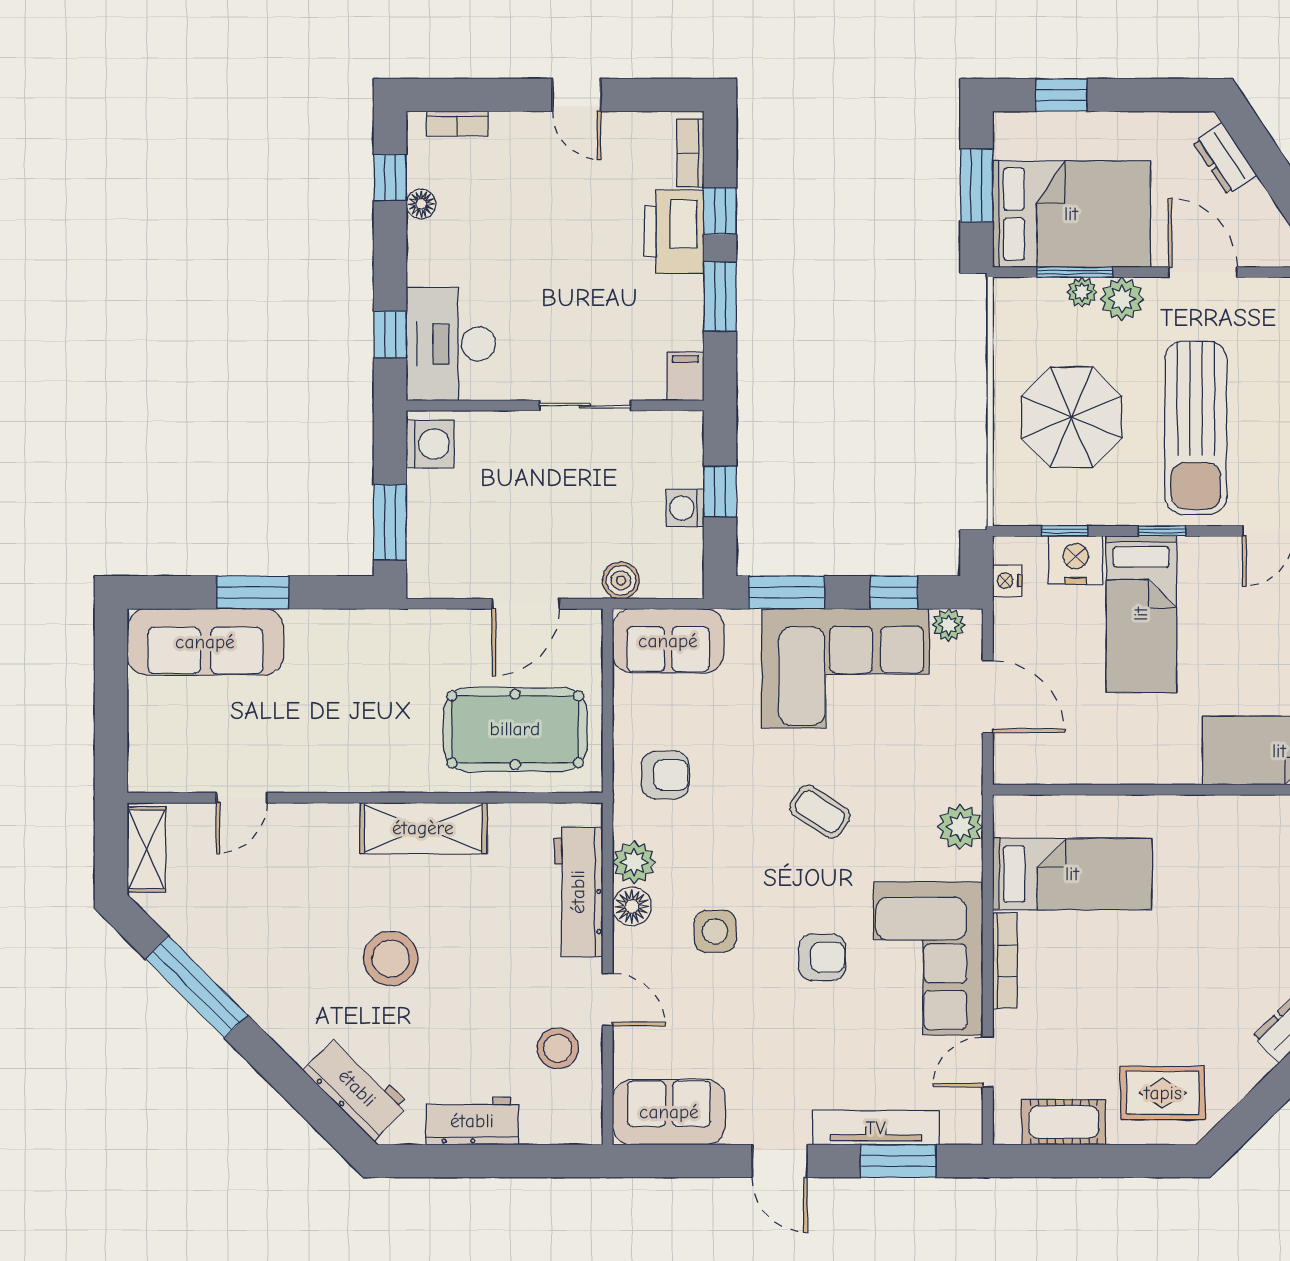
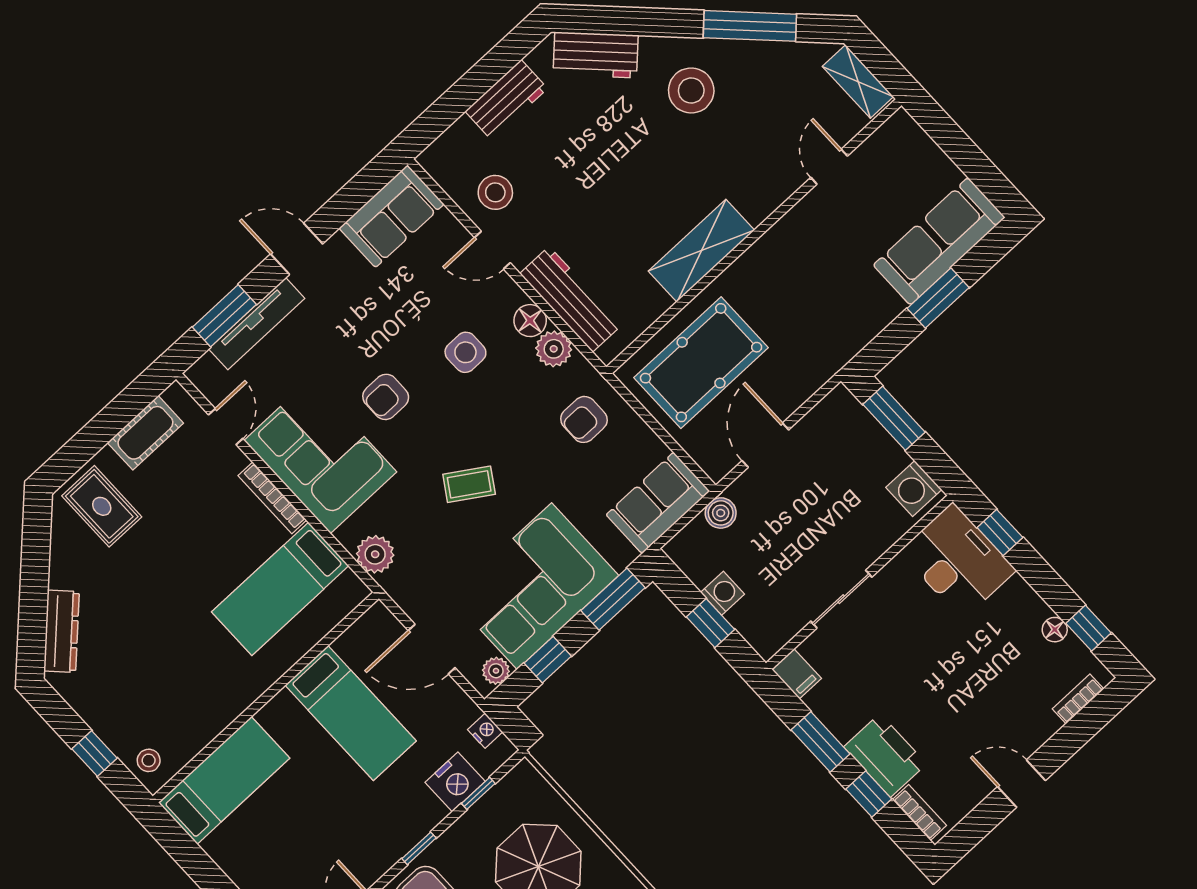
bed: (1141, 614) -> (351, 713), moved, turned 180
stool: (391, 959) -> (691, 91), moved
rug: (1163, 1093) -> (102, 506), turned 90

